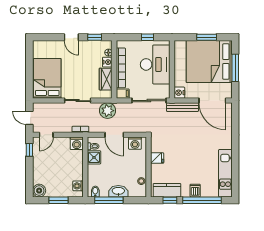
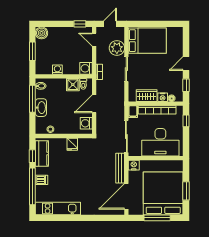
window: (148, 37) -> (186, 121), moved
plant: (107, 111) -> (117, 48), moved
washing machine: (78, 186) -> (57, 70), moved

